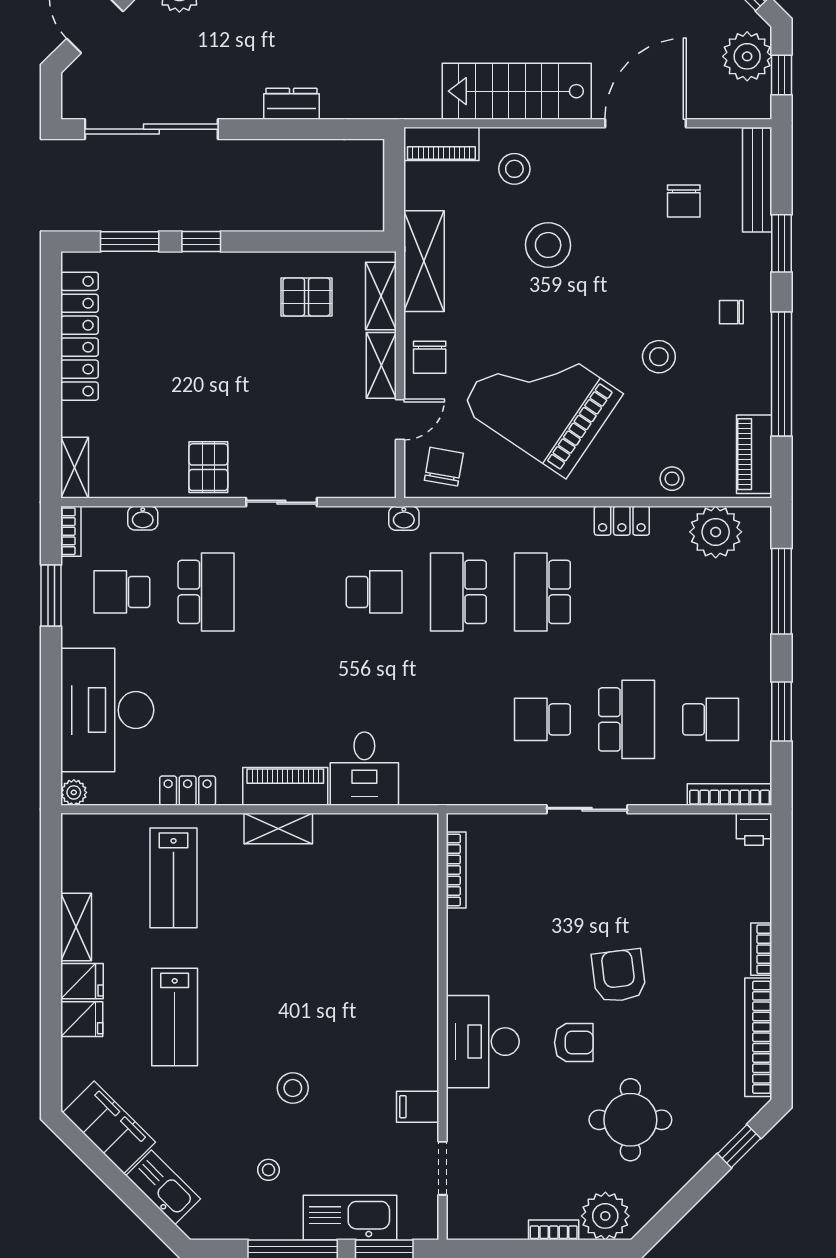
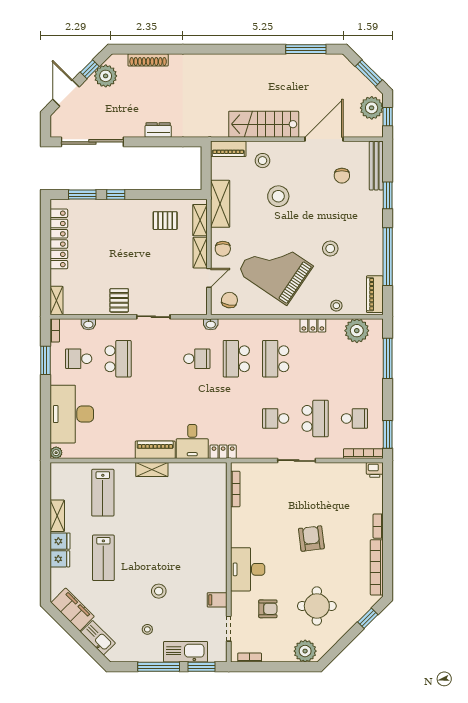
chair: (731, 312) -> (364, 228), removed
window: (782, 711) -> (388, 434), moved
locker: (188, 791) -> (223, 452), moved
armchair: (574, 1043) -> (268, 609), moved
bookcase: (554, 1230) -> (250, 658), moved

